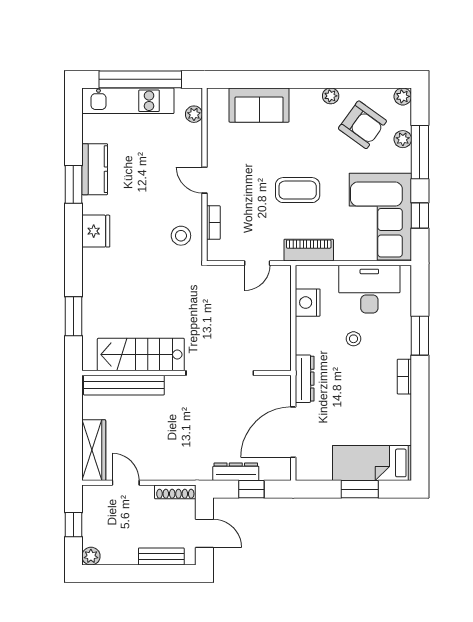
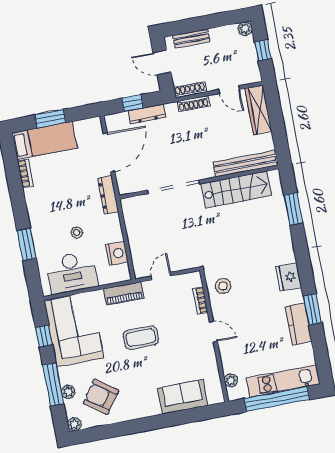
plant: (331, 96) -> (129, 414), removed
bookcase: (404, 377) -> (25, 173), moved
shoe rack: (174, 474) -> (193, 104), added

